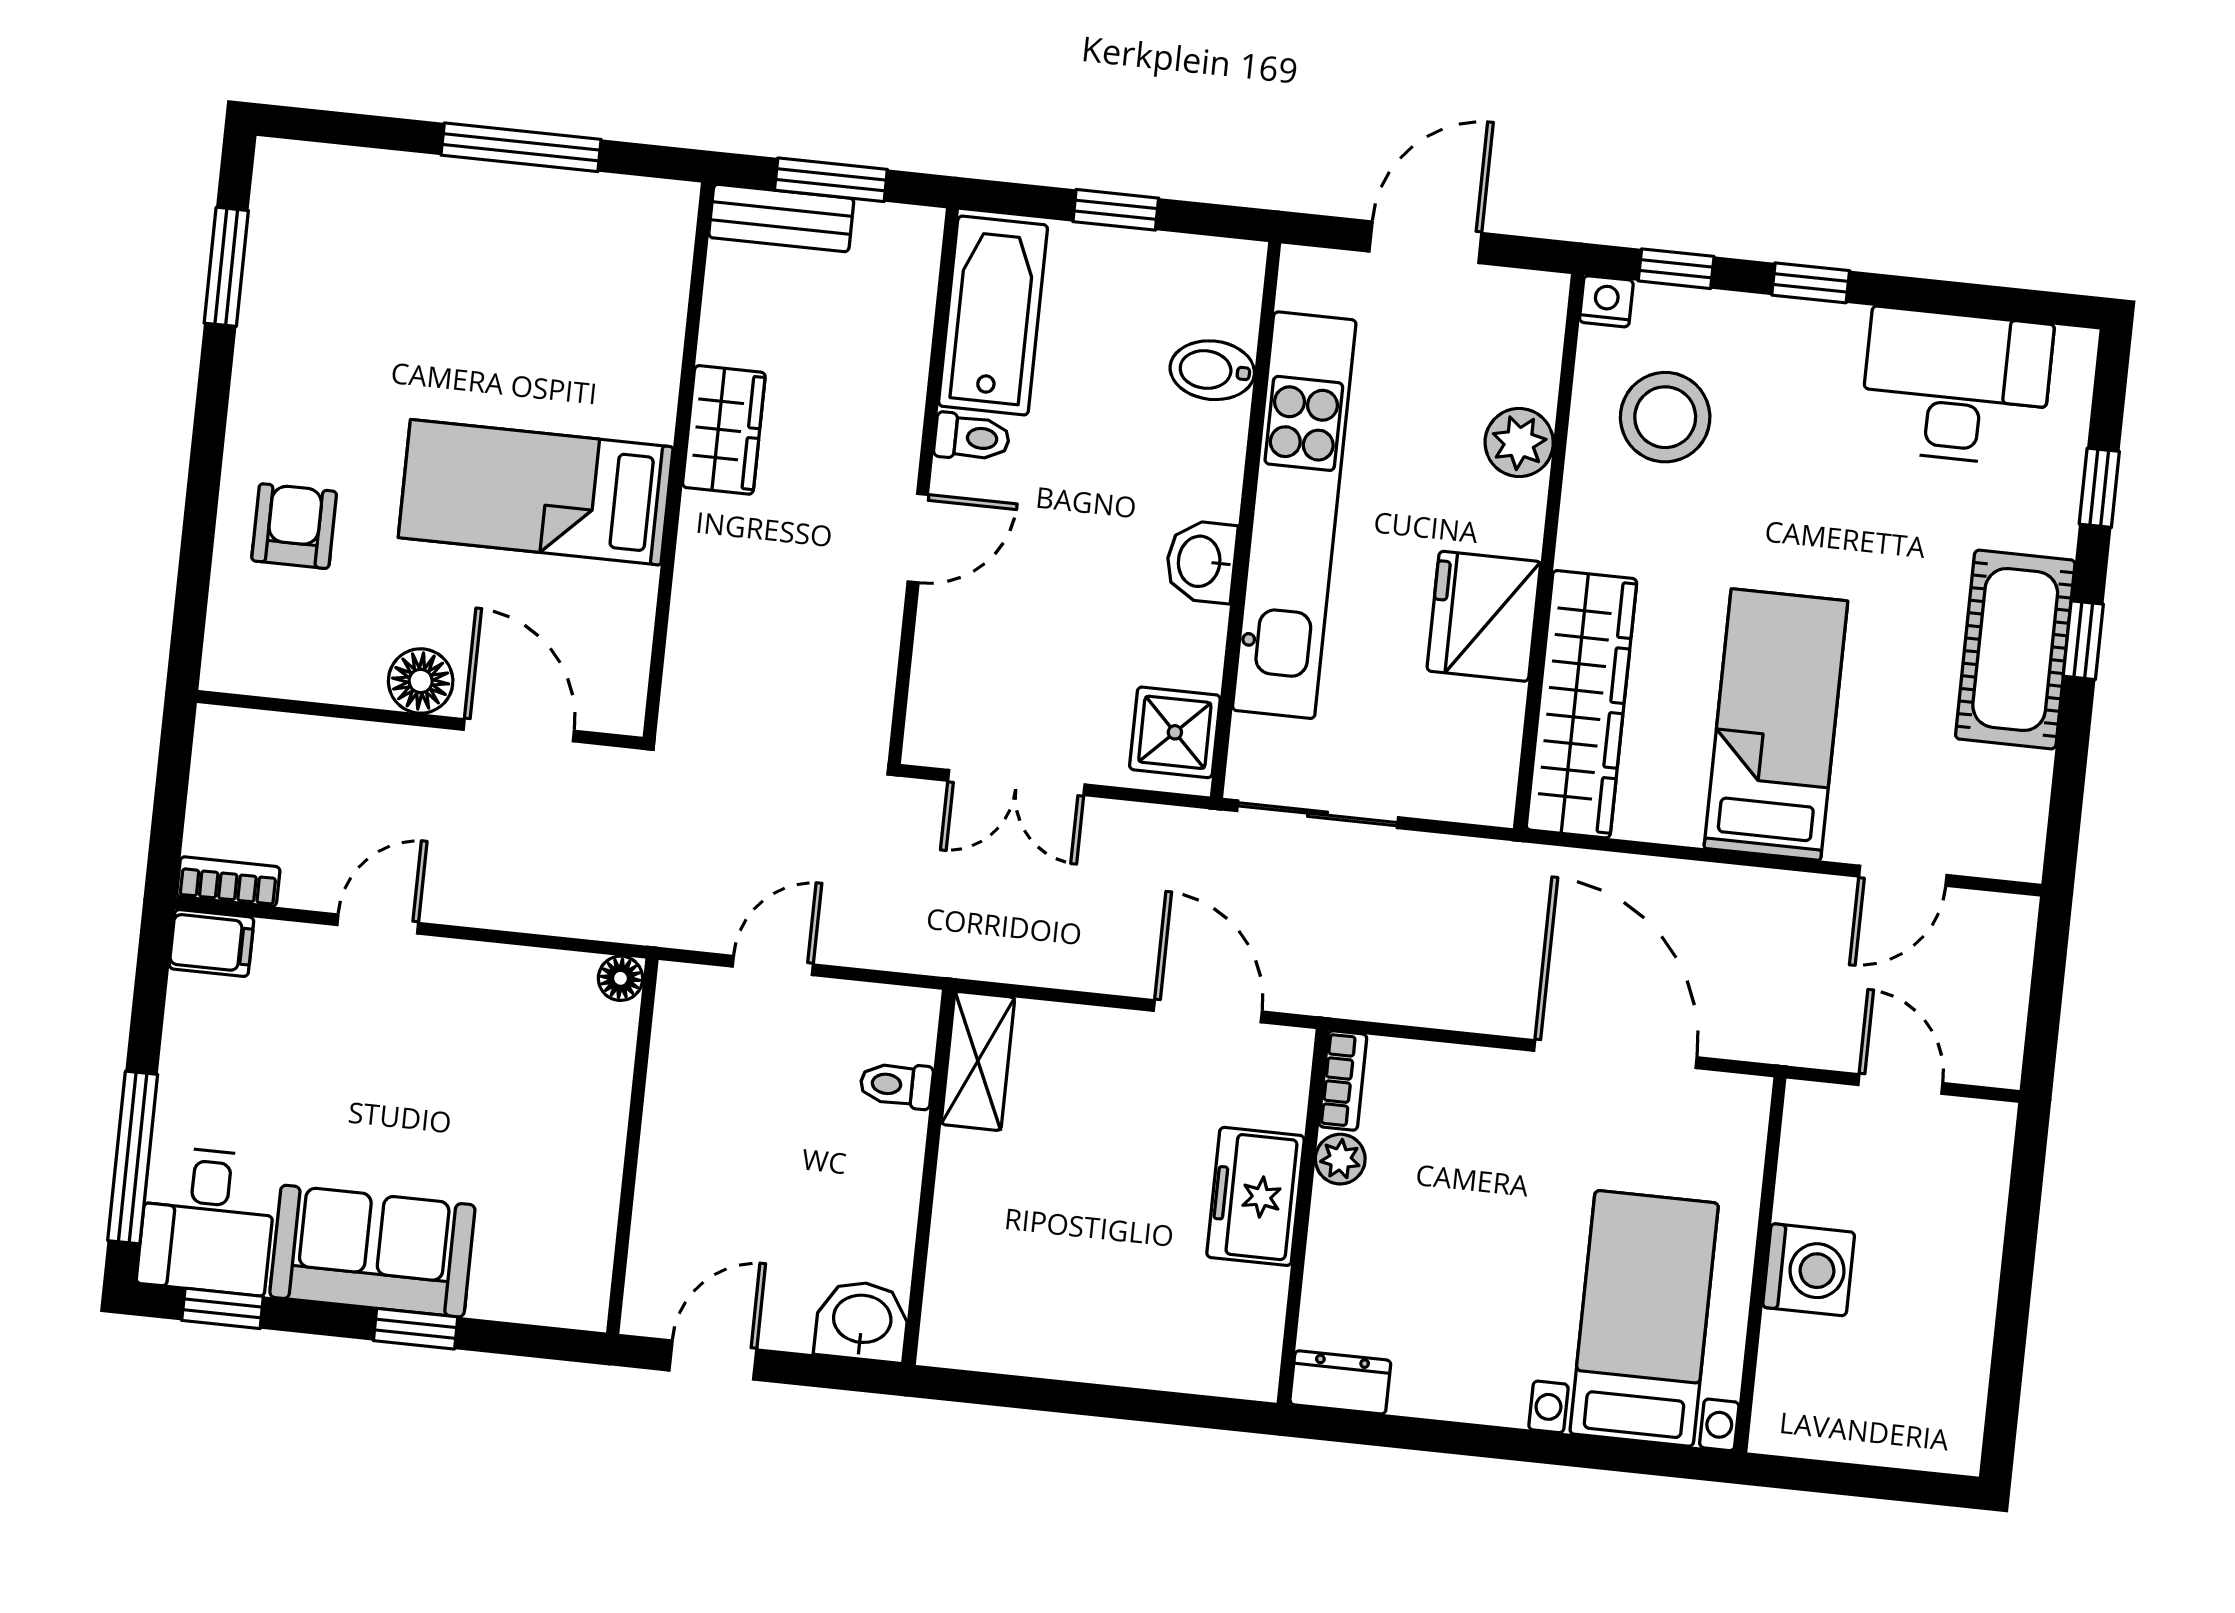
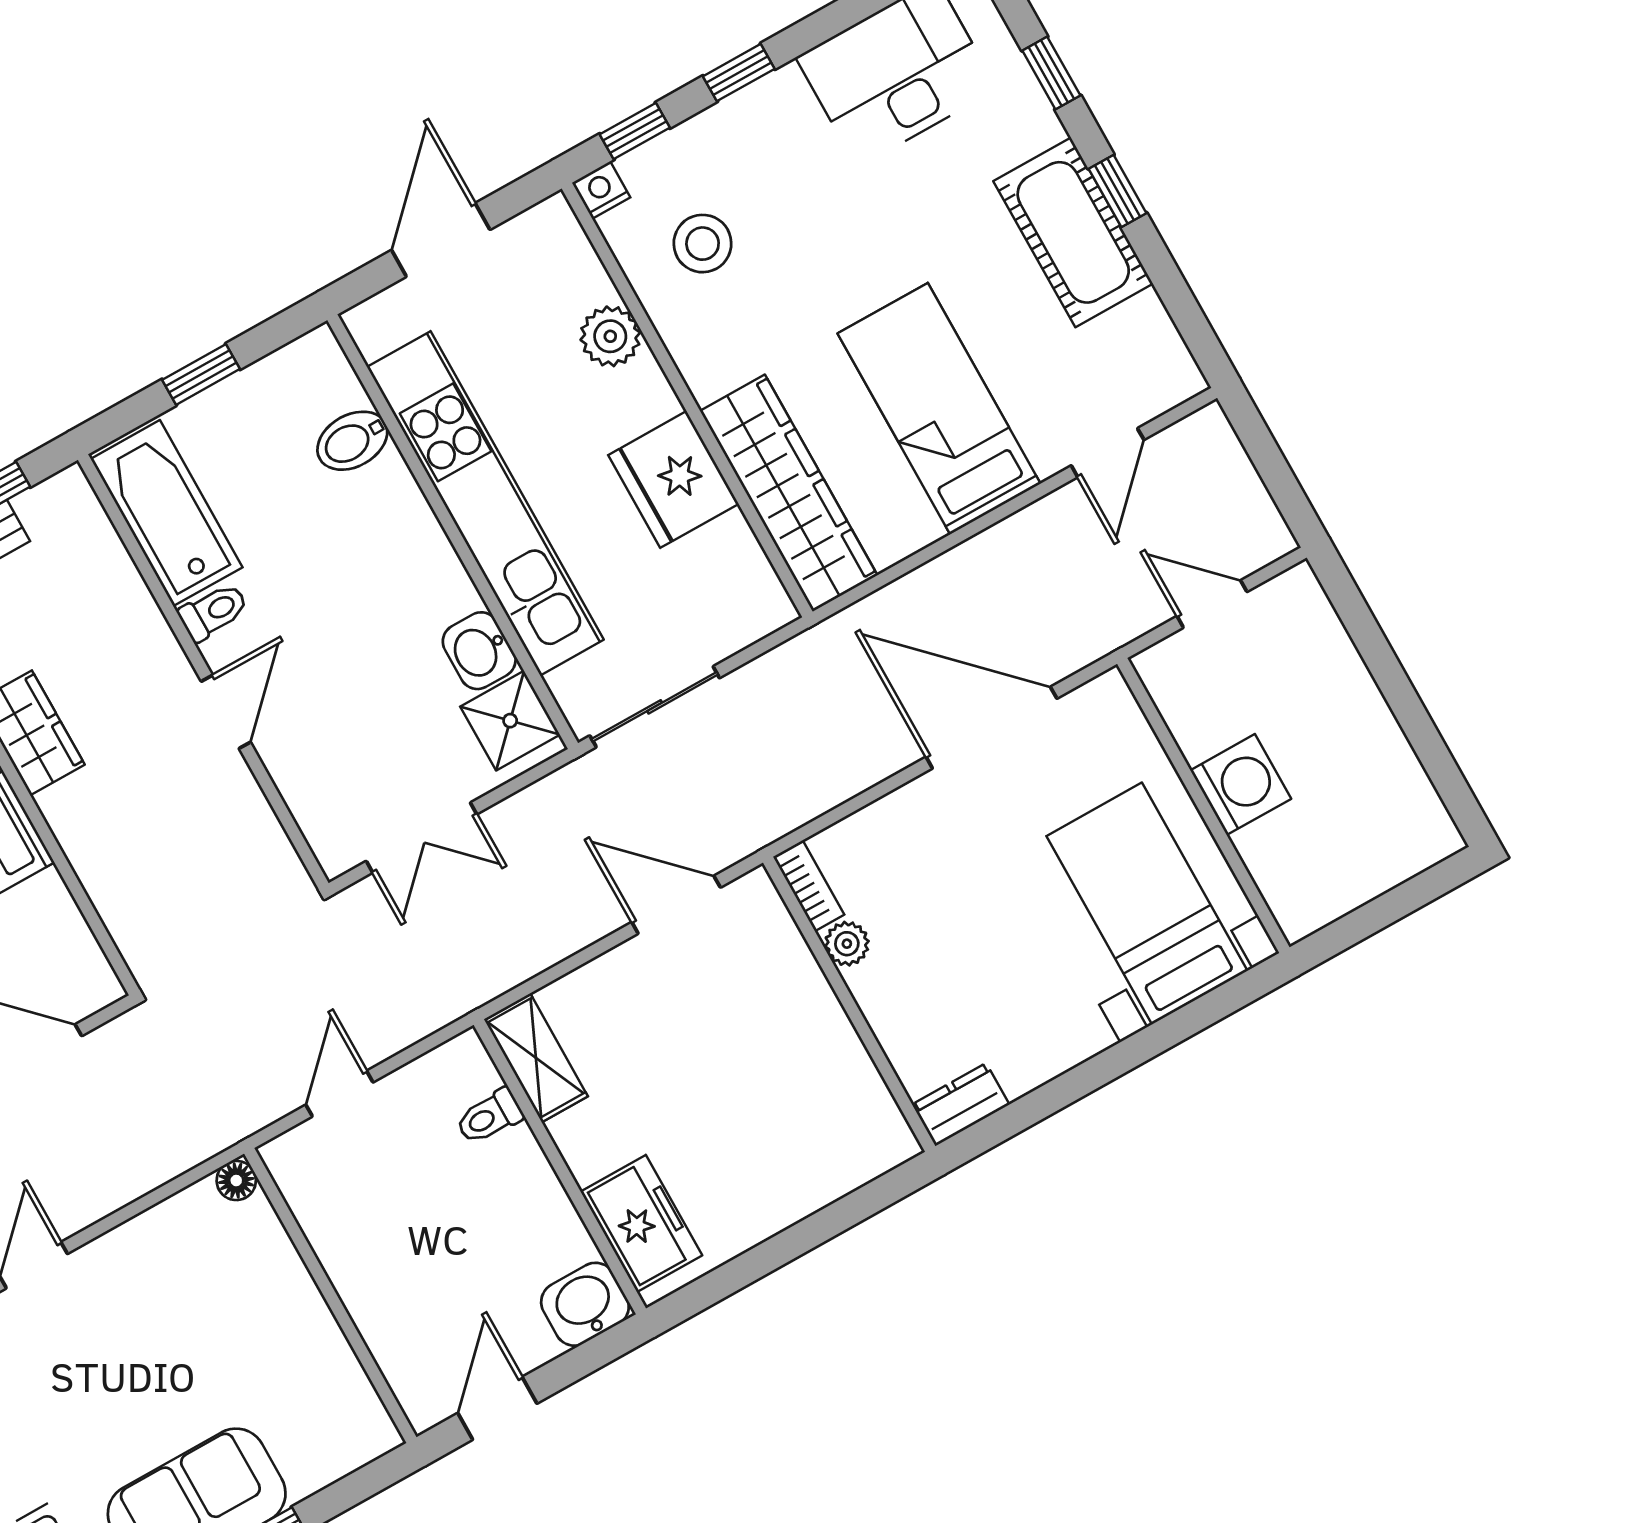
stool: (1665, 417) -> (703, 244), width x0.73, depth x0.73
washbasin: (1201, 562) -> (479, 651), moved
freezer: (1256, 1196) -> (641, 1224), moved, turned 180

